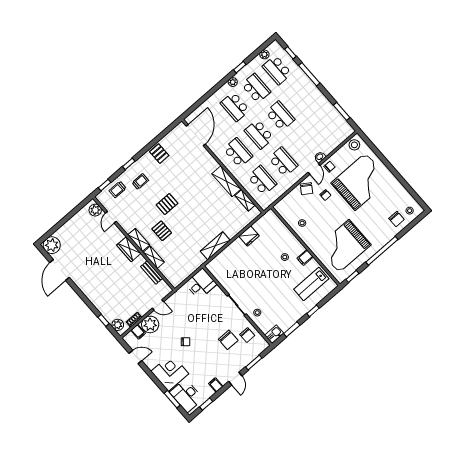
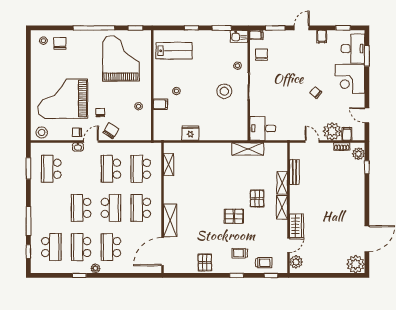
plant: (264, 54) -> (51, 268), removed
school desk: (235, 107) -> (111, 247), turned 180
school desk: (325, 125) -> (51, 169), added
shelving: (226, 181) -> (170, 220), moved
shelving: (215, 246) -> (248, 149), moved
grand piano: (344, 246) -> (121, 58), turned -90
wardrobe: (129, 249) -> (297, 226), moved
filing cabinet: (305, 258) -> (160, 104), moved
stool: (251, 286) -> (224, 91), added
chair: (228, 340) -> (280, 64), removed
filing cabinet: (263, 346) -> (256, 35), added

